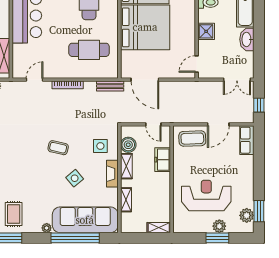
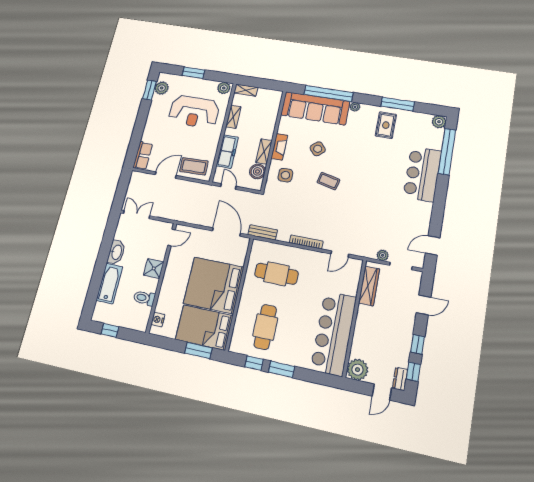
window: (259, 105) -> (123, 186), removed
freezer: (163, 160) -> (227, 152), width x1.40
shelving: (126, 200) -> (233, 117), moved
plant: (219, 226) -> (224, 88), moved

